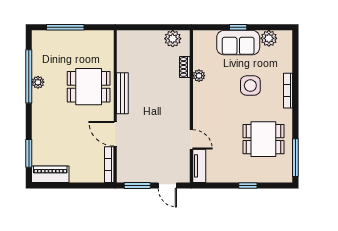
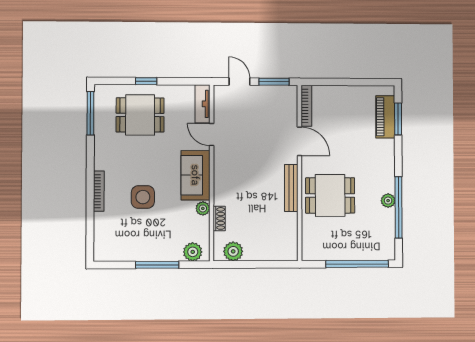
window: (65, 27) -> (357, 264), width x1.46
window: (238, 27) -> (157, 265), width x2.17
plant: (269, 38) -> (193, 252), moved
sofa: (238, 43) -> (195, 175), moved, turned -90
dining table: (263, 139) -> (140, 115), moved
piano: (50, 174) -> (385, 117), moved, turned 90

